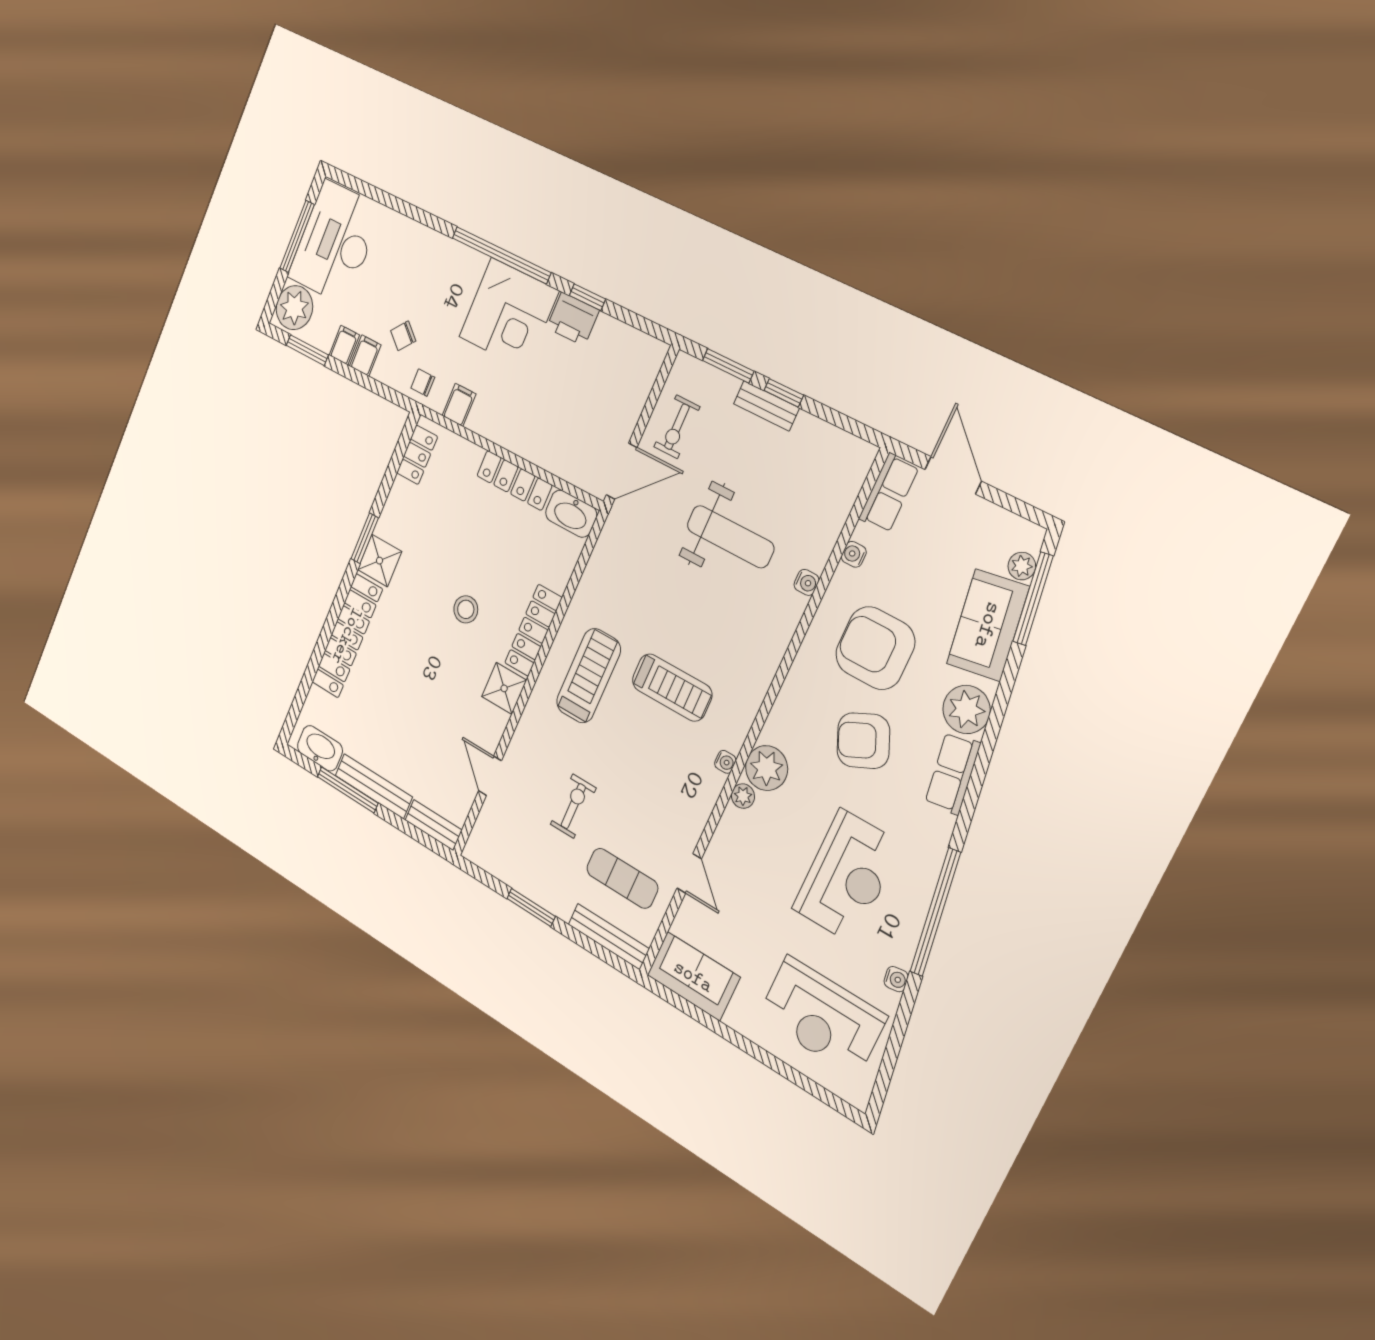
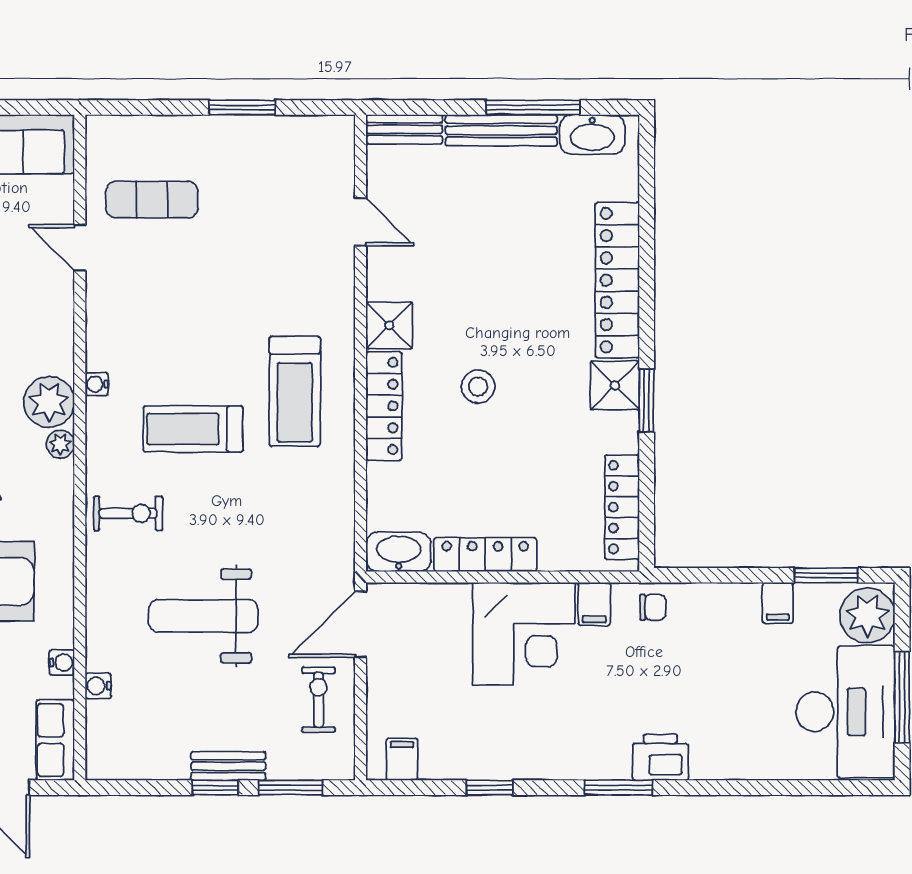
window: (501, 255) -> (618, 788), width x0.47
corner desk: (509, 314) -> (524, 634), moved, turned 180
printer: (573, 319) -> (661, 757), moved
chair: (403, 336) -> (703, 647), removed
filing cabinet: (365, 356) -> (402, 759), moved, turned 180
locker: (417, 455) -> (622, 507), width x1.53
water cooler: (806, 582) -> (98, 686), moved
plant: (743, 796) -> (60, 444), moved
exercise bike: (573, 806) -> (128, 513), moved, turned -90
bench: (609, 937) -> (137, 129), removed

